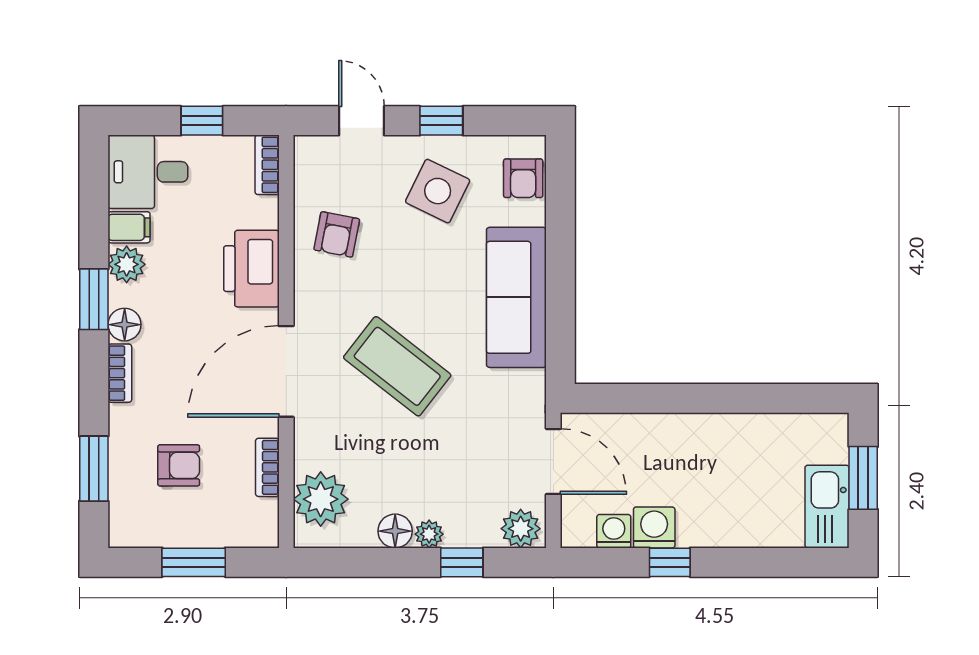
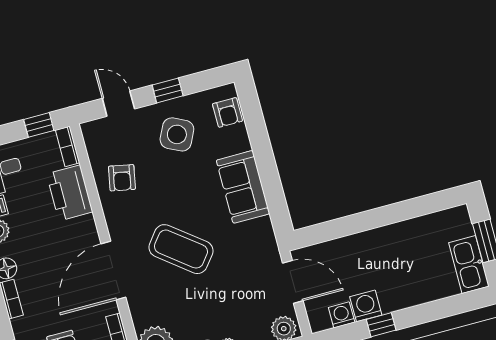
window: (202, 121) -> (39, 125), moved
printer: (251, 269) -> (70, 193), moved
sofa: (516, 297) -> (243, 187), width x0.73

